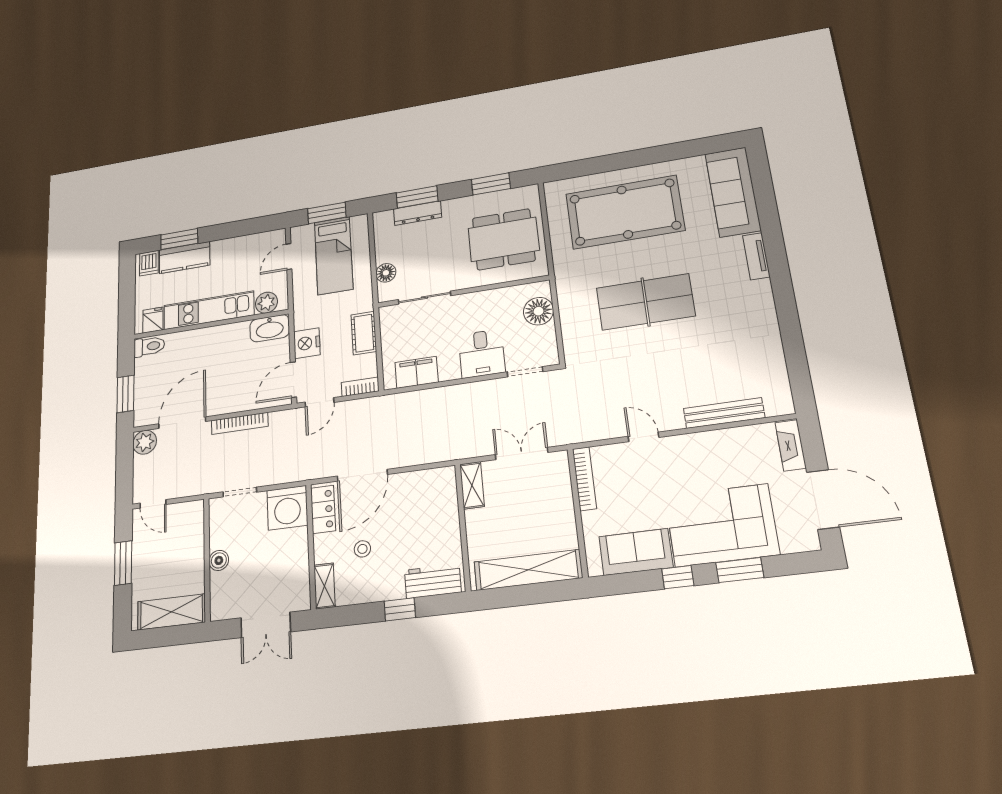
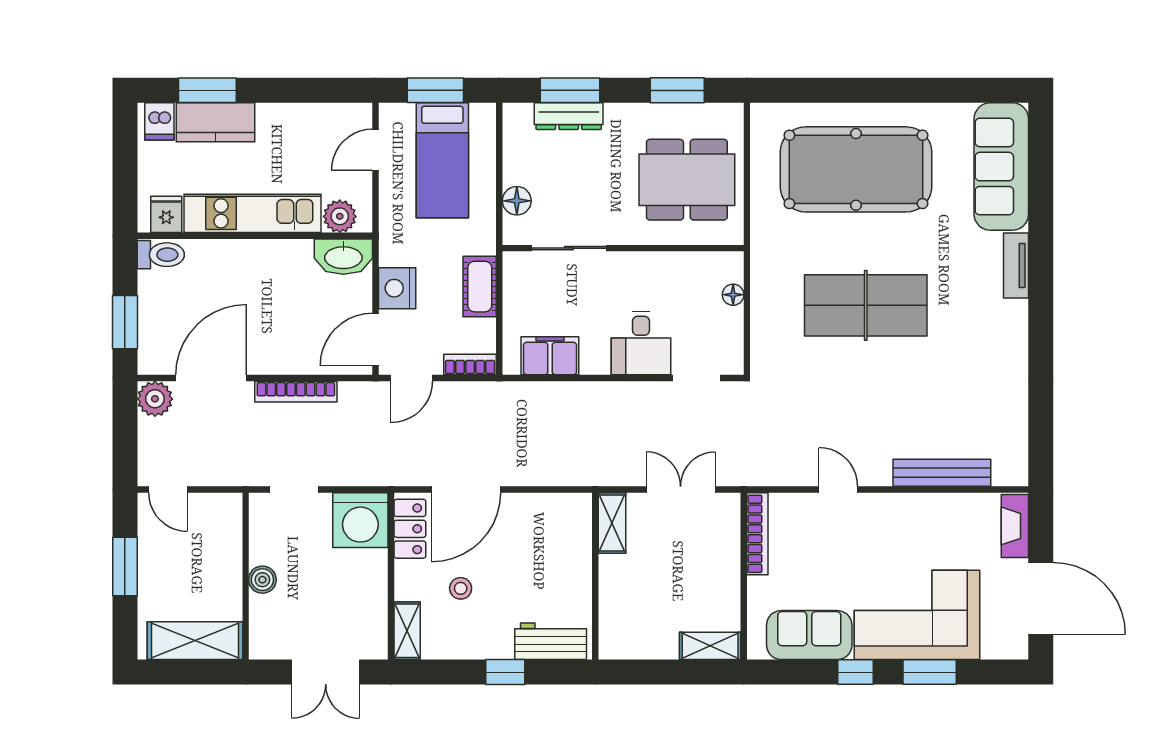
floor lamp: (539, 311) -> (733, 295), width x0.53, depth x0.53
shelving: (528, 570) -> (710, 646), width x0.45, depth x0.75

